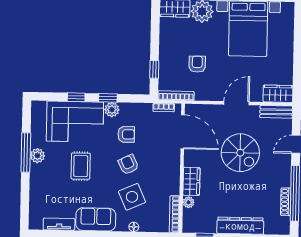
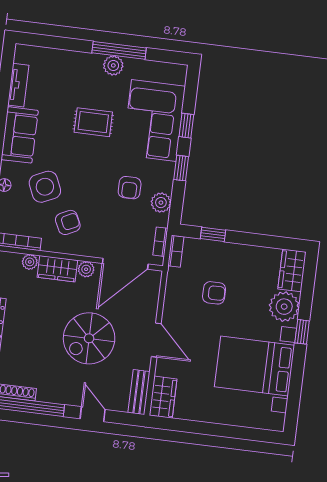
bookcase: (176, 96) -> (176, 251), width x0.64
plant: (112, 110) -> (161, 203), moved
plant: (190, 160) -> (86, 269), added
armchair: (128, 165) -> (68, 222), moved

